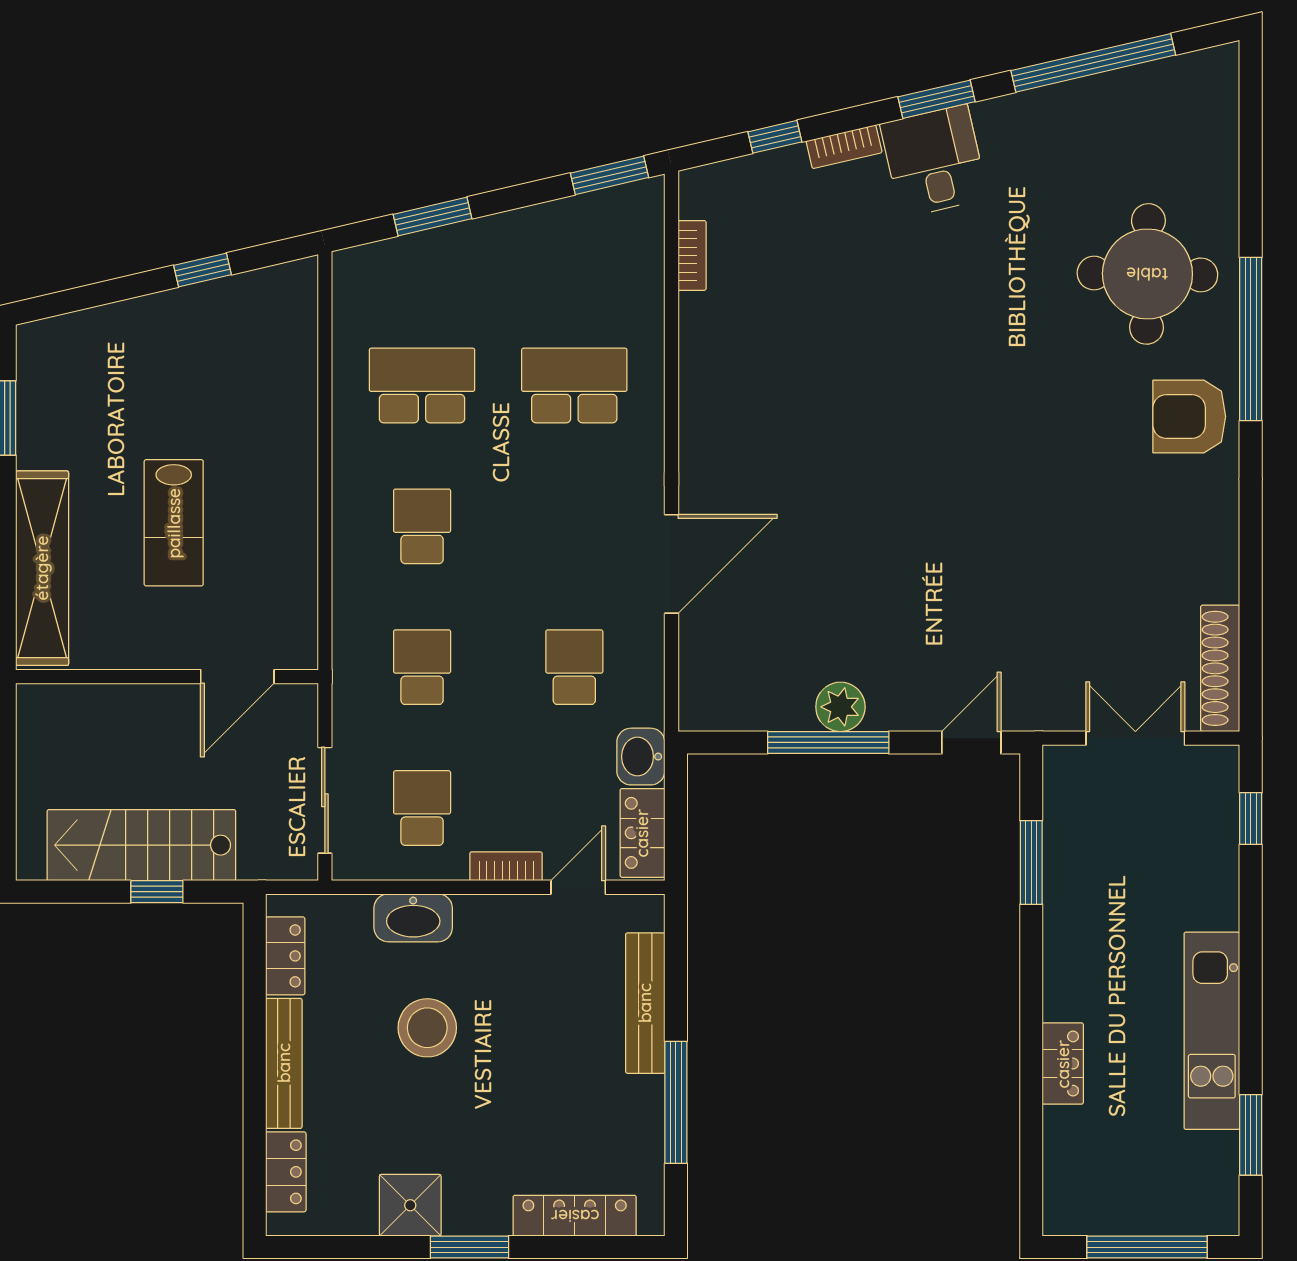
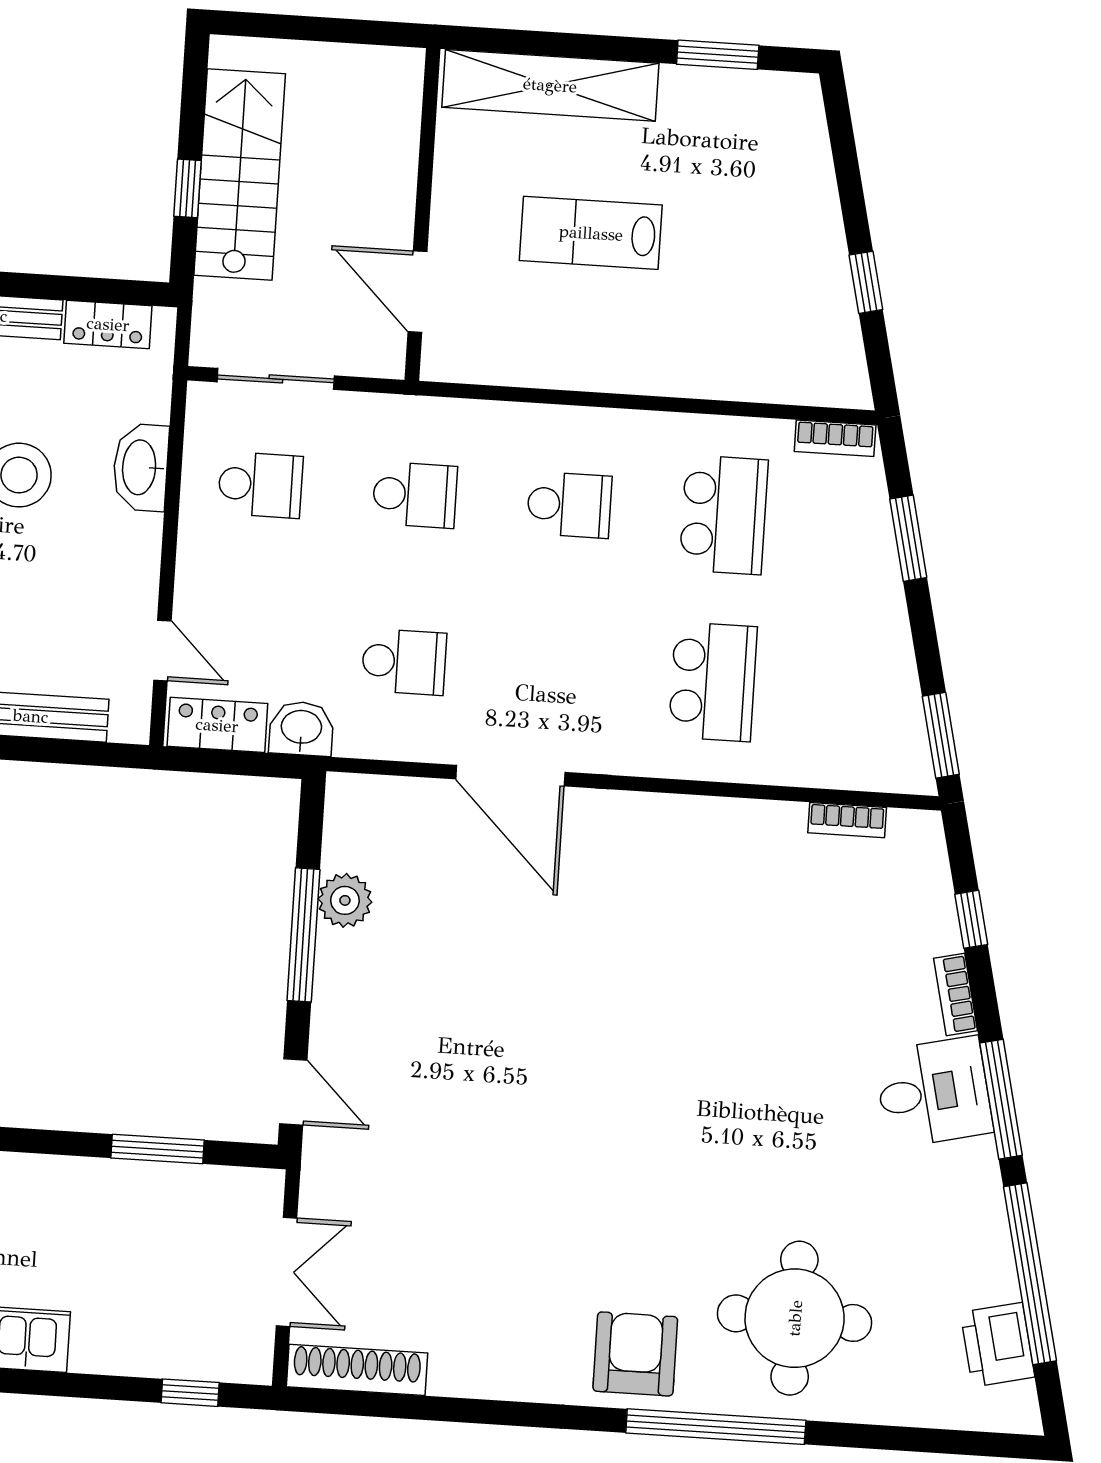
printer: (1160, 88) -> (998, 1345), added
window: (936, 99) -> (1001, 1099), width x1.44
plant: (840, 707) -> (345, 900), moved
bookcase: (506, 866) -> (835, 438), moved, turned 90

